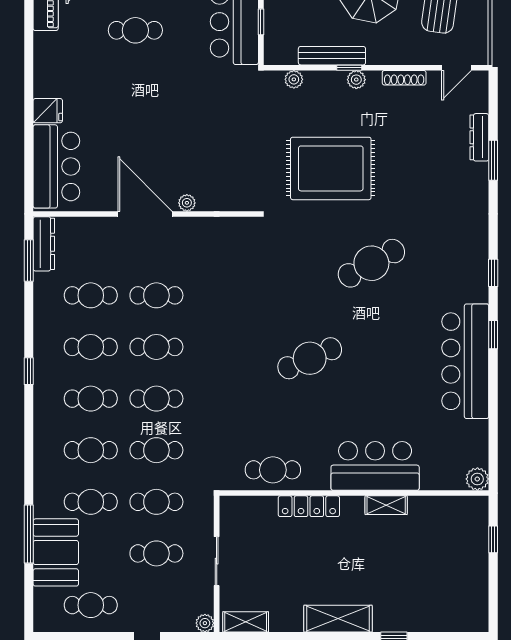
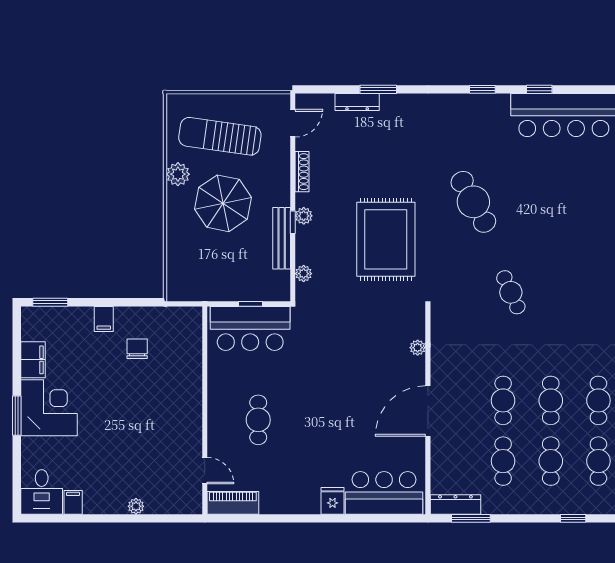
door: (456, 68) -> (293, 123), hinge flipped
plant: (187, 203) -> (418, 348), moved
cafe table: (310, 358) -> (511, 292), moved, width x0.73, depth x0.74

